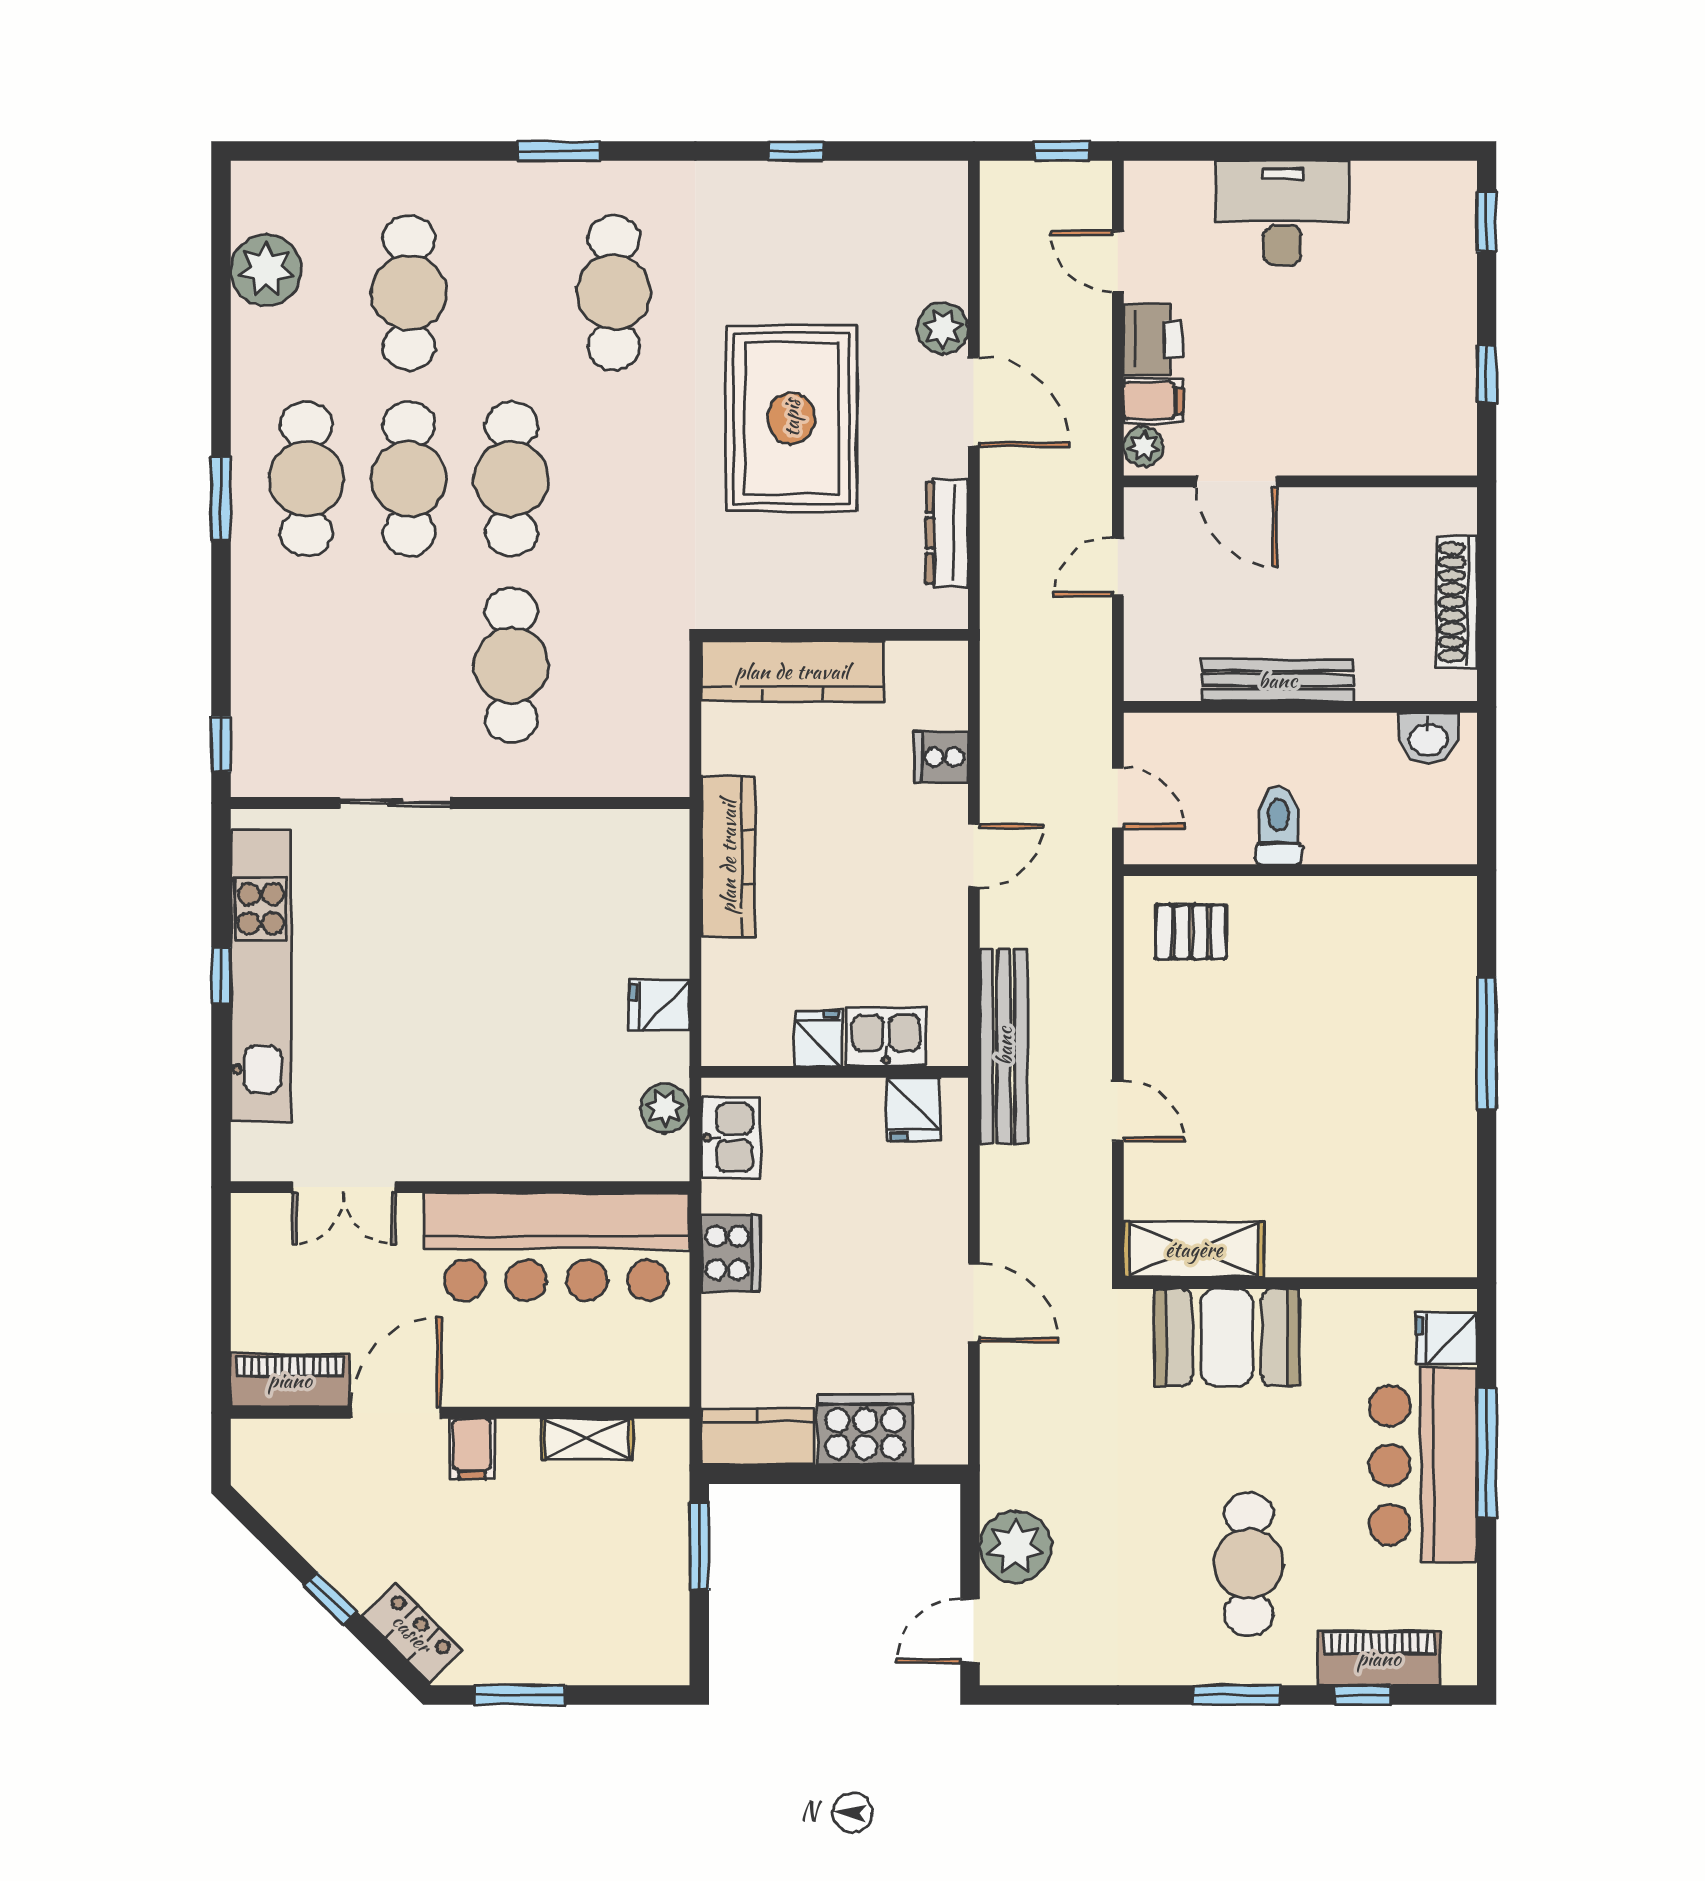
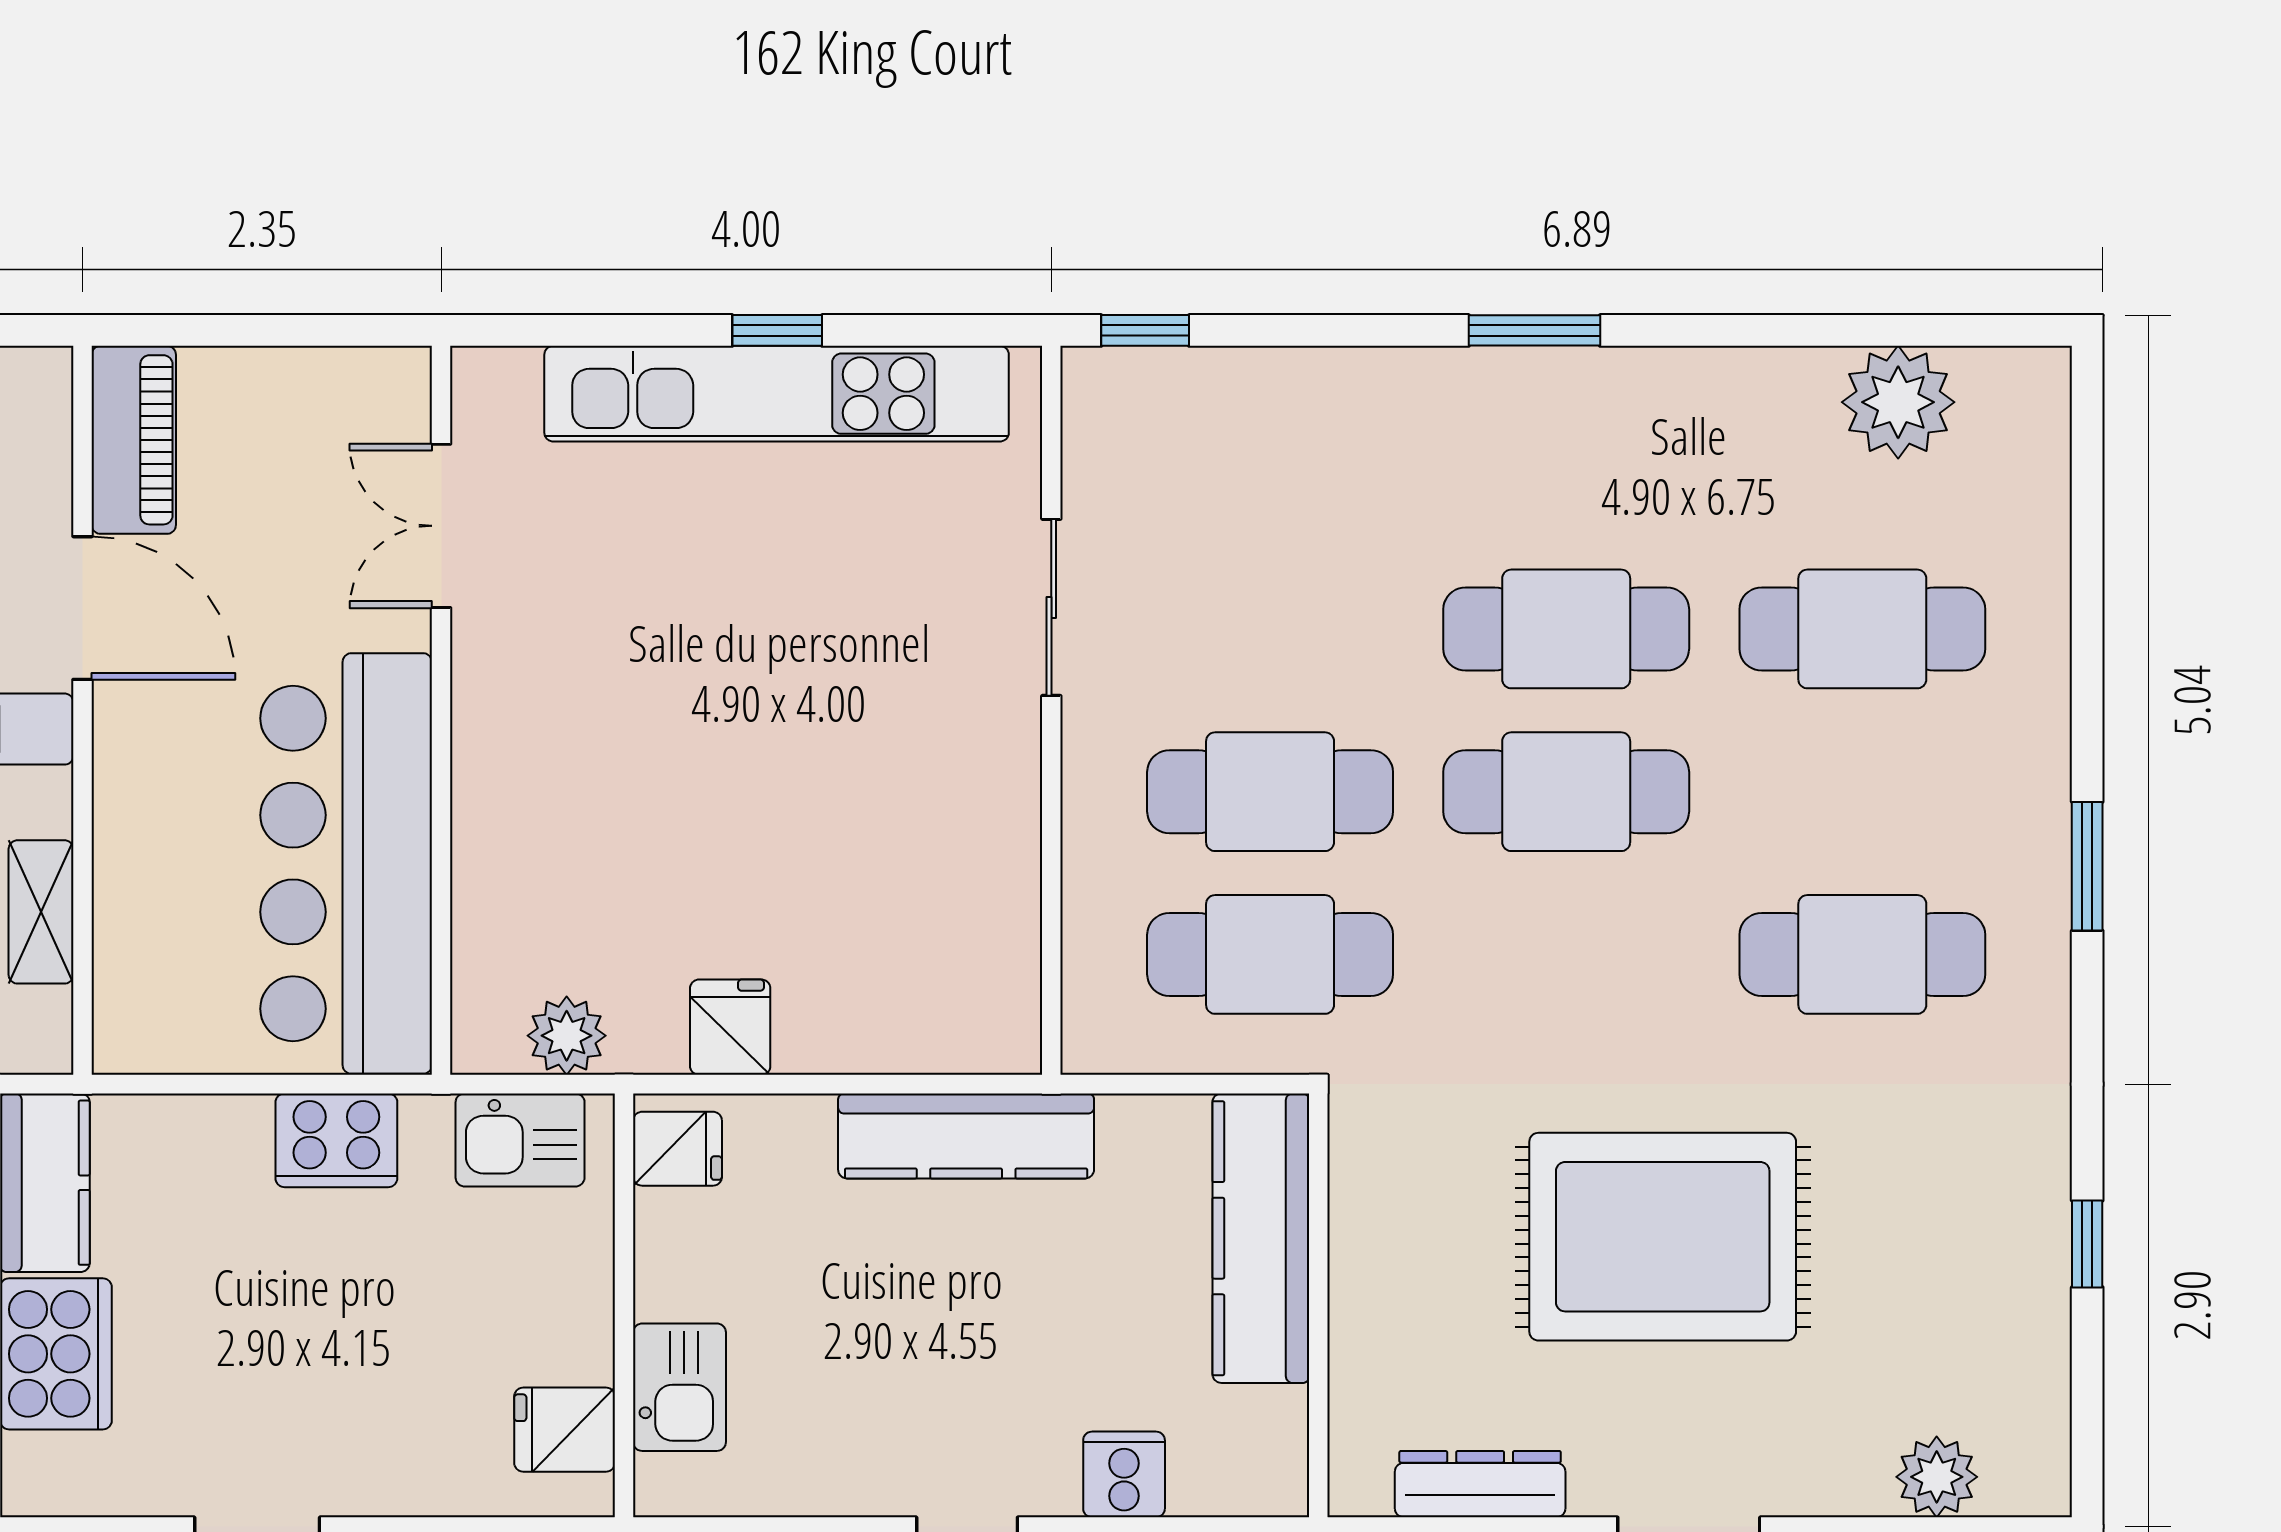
plant: (943, 328) -> (1937, 1477), moved
cafe table: (306, 479) -> (1270, 954), moved
fridge: (819, 1038) -> (678, 1149), moved

